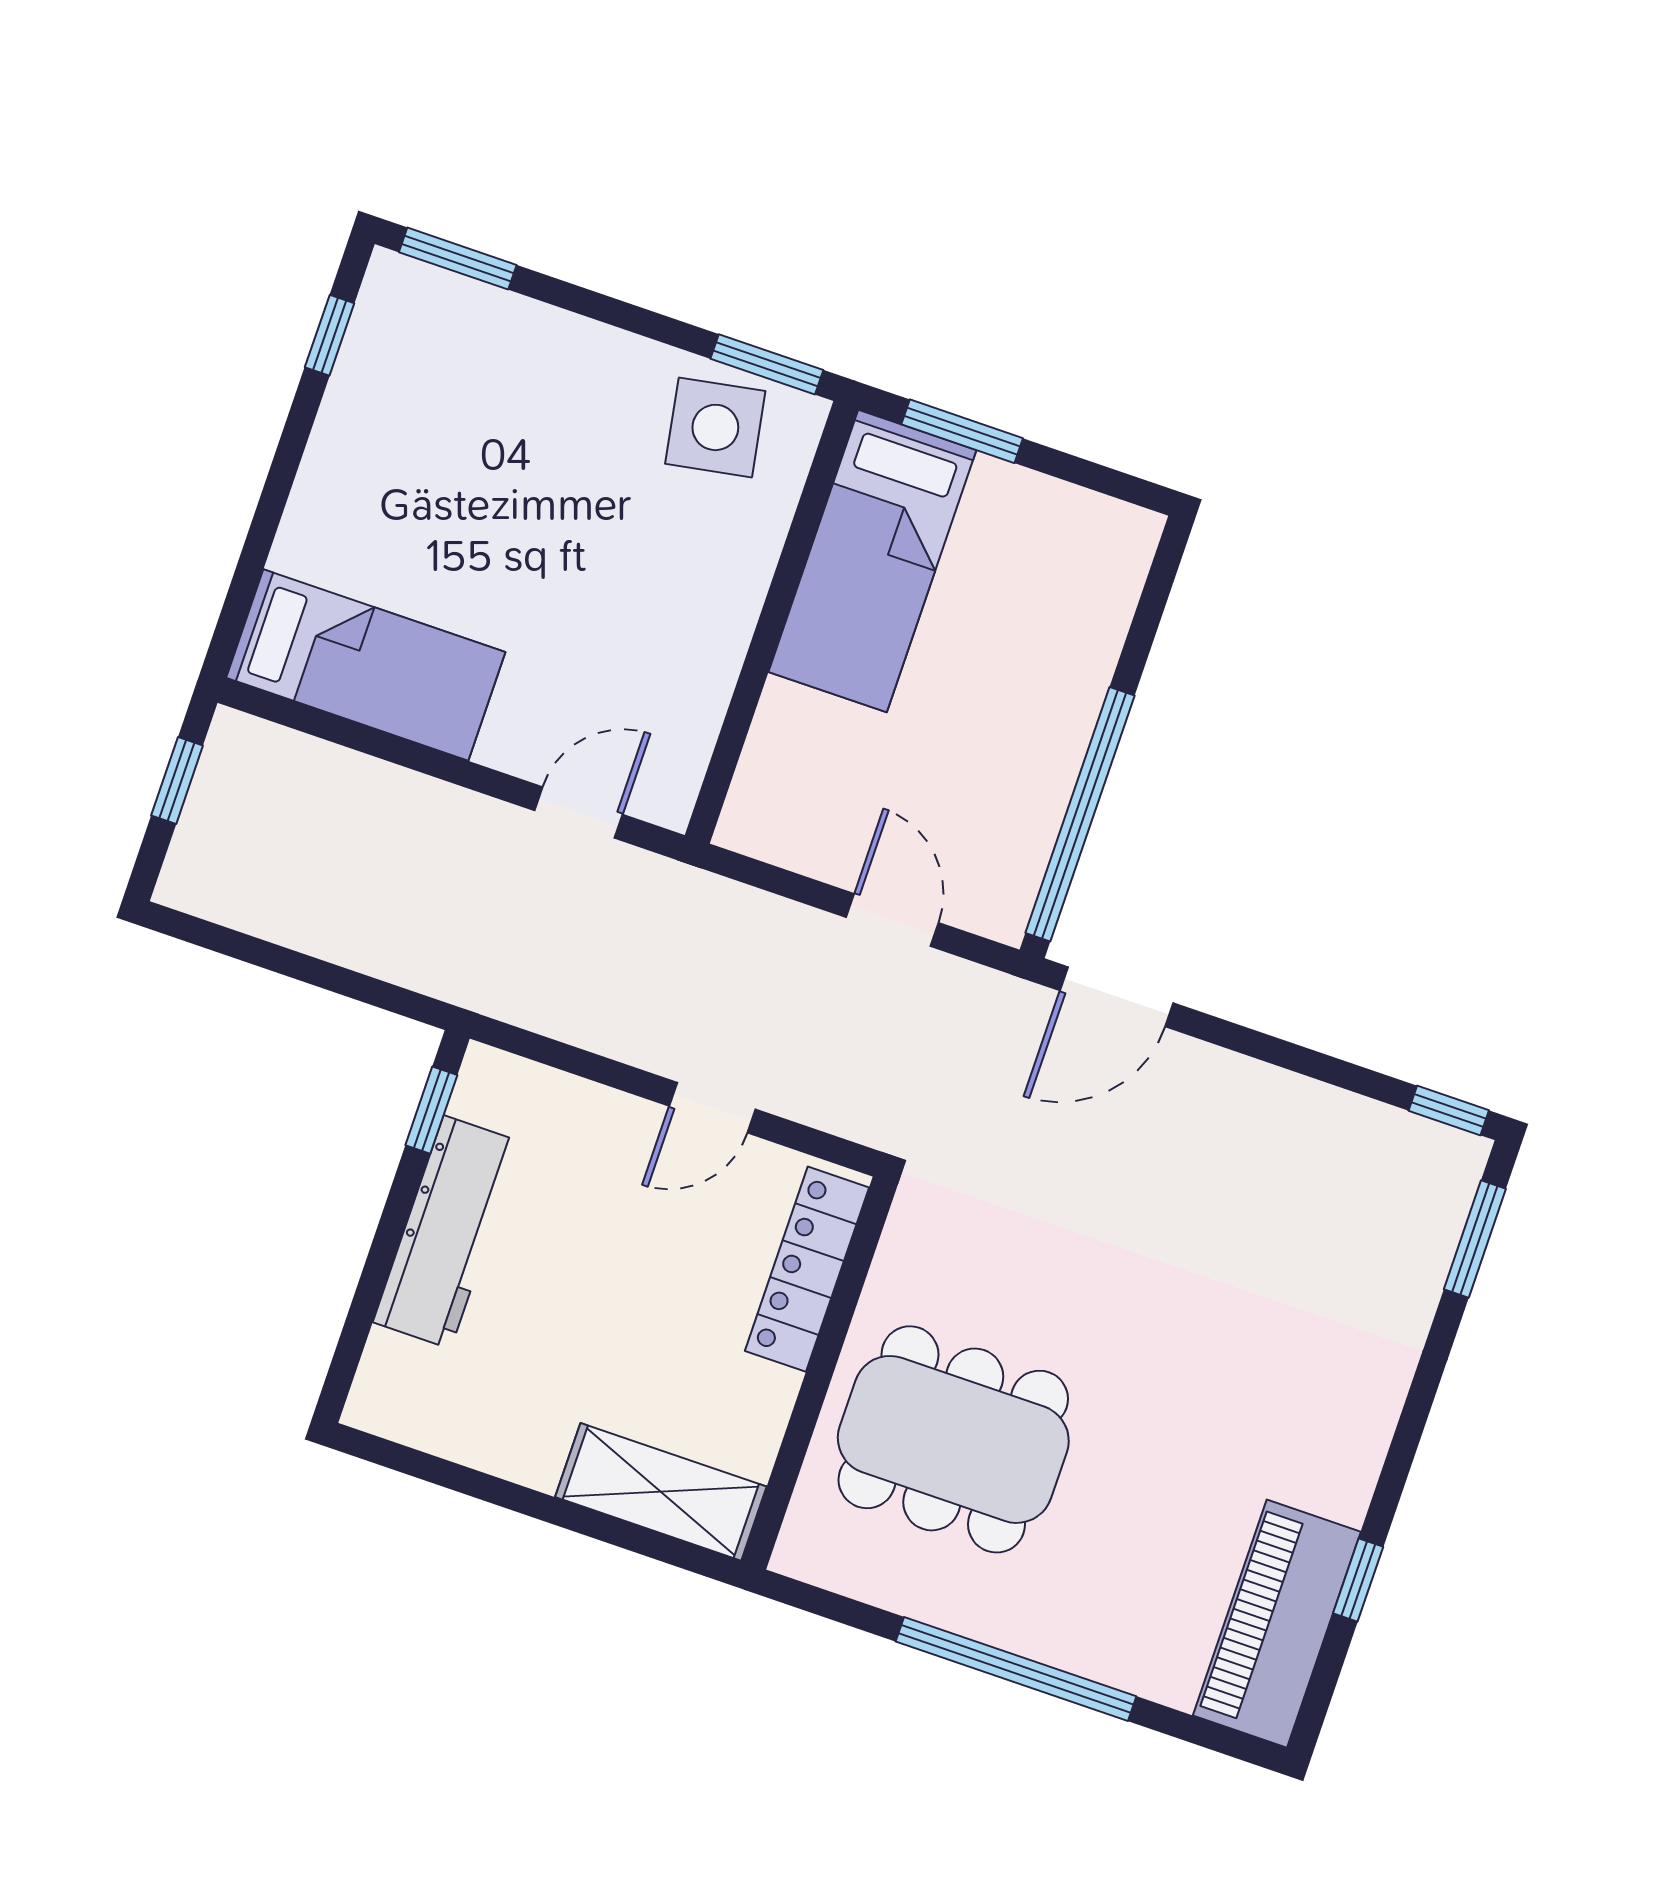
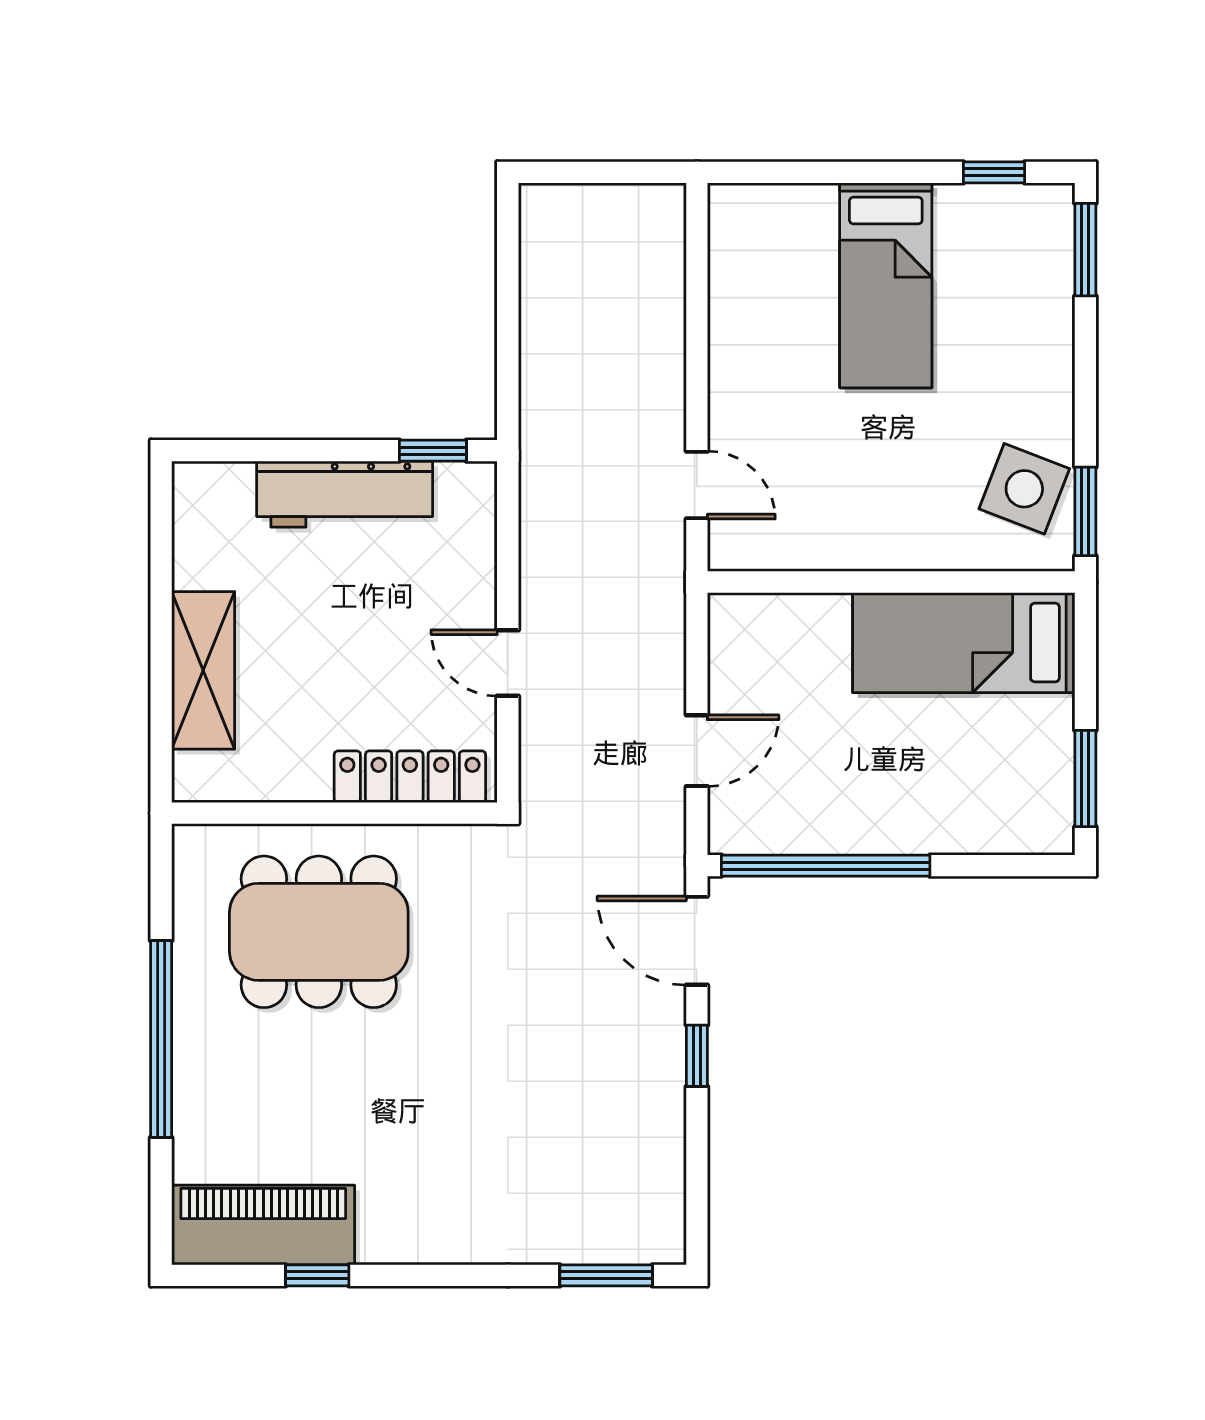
side table: (715, 427) -> (1024, 489), turned 31
window: (962, 431) -> (1085, 779), moved
bed: (366, 665) -> (886, 285), moved
window: (177, 780) -> (617, 172), removed
window: (1449, 1110) -> (697, 1056), moved
dining table: (953, 1439) -> (319, 932), turned 90
shelving: (661, 1492) -> (203, 670), moved

